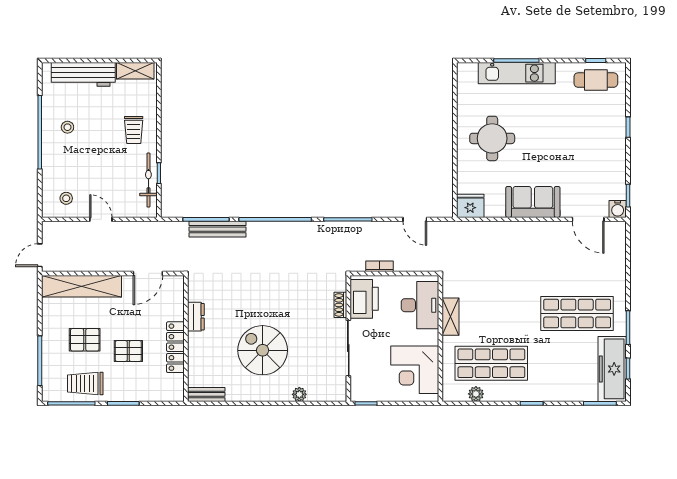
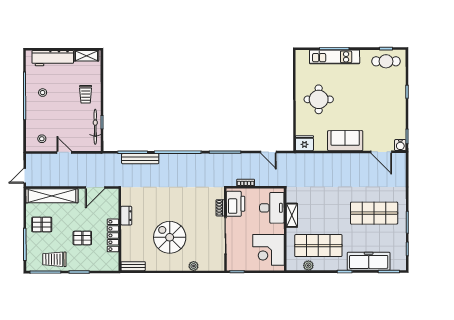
pallet: (85, 340) -> (42, 225), moved
freezer: (612, 369) -> (369, 261), moved, turned 90

